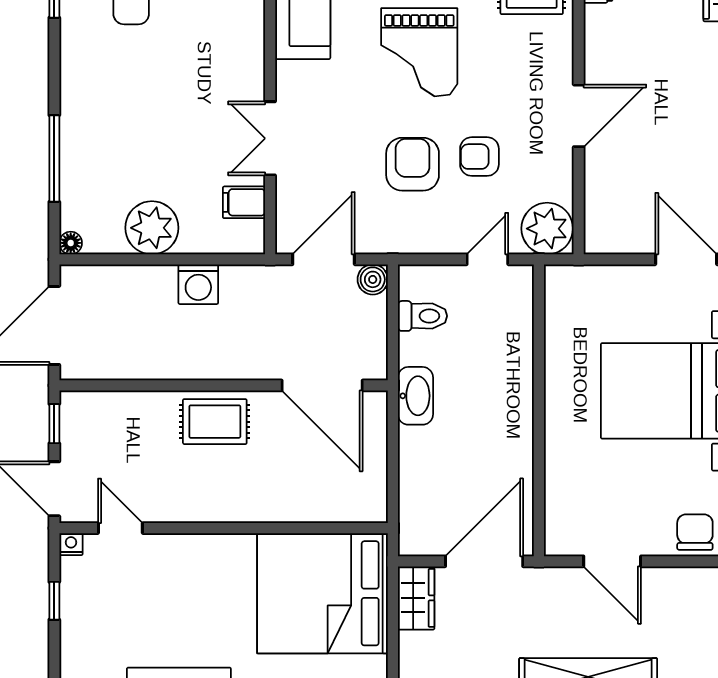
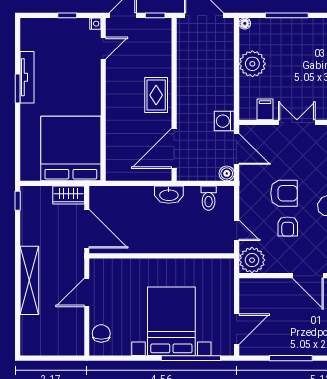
armchair: (479, 157) -> (288, 226), turned 180
washing machine: (198, 284) -> (224, 121), moved
chair: (695, 532) -> (101, 333), turned -90

